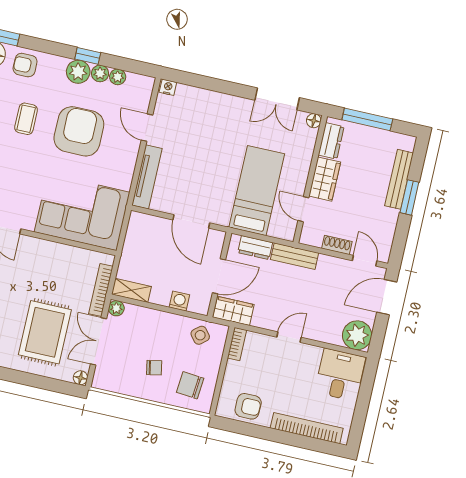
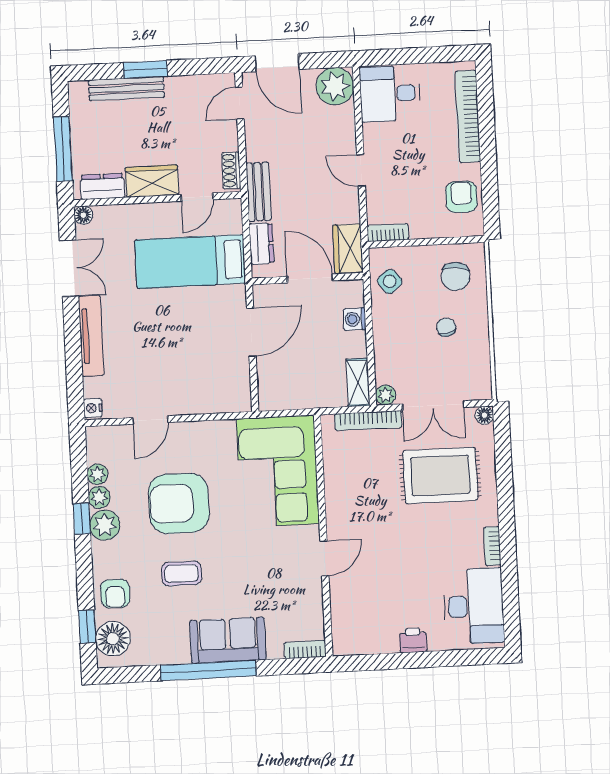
tv unit: (147, 177) -> (91, 336), moved, turned 90
shoe rack: (337, 245) -> (231, 171), moved

